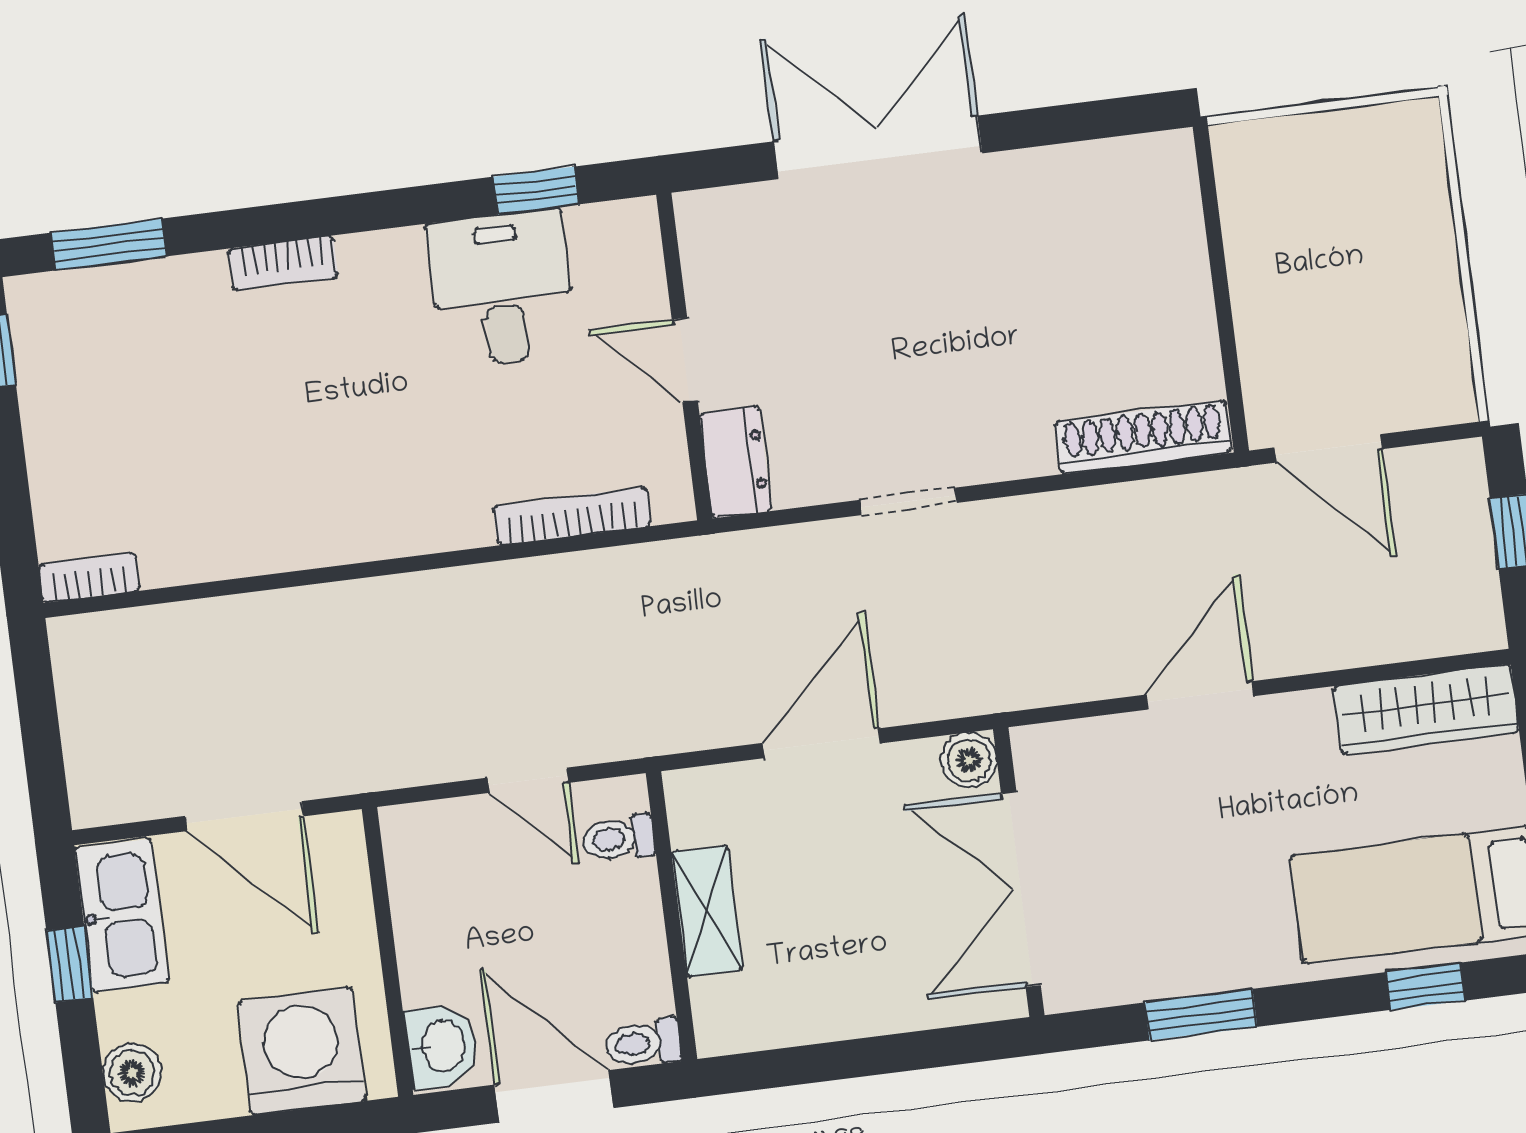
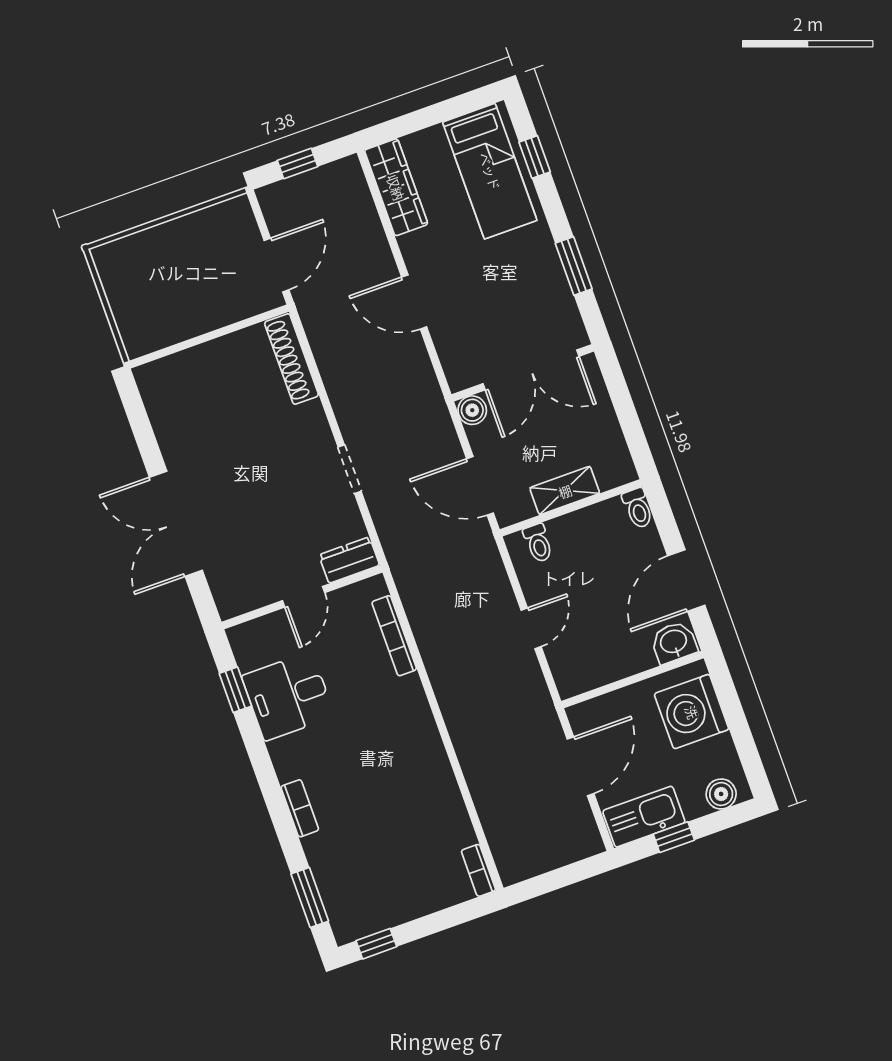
toilet: (618, 838) -> (538, 543), moved
shelving: (707, 911) -> (565, 491), moved
wall: (672, 916) -> (571, 508), moved
toilet: (643, 1043) -> (638, 508), moved

